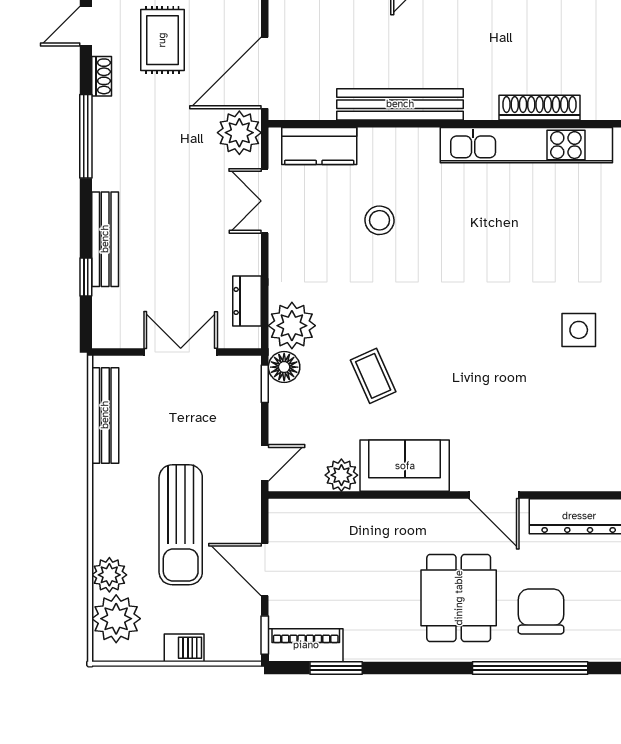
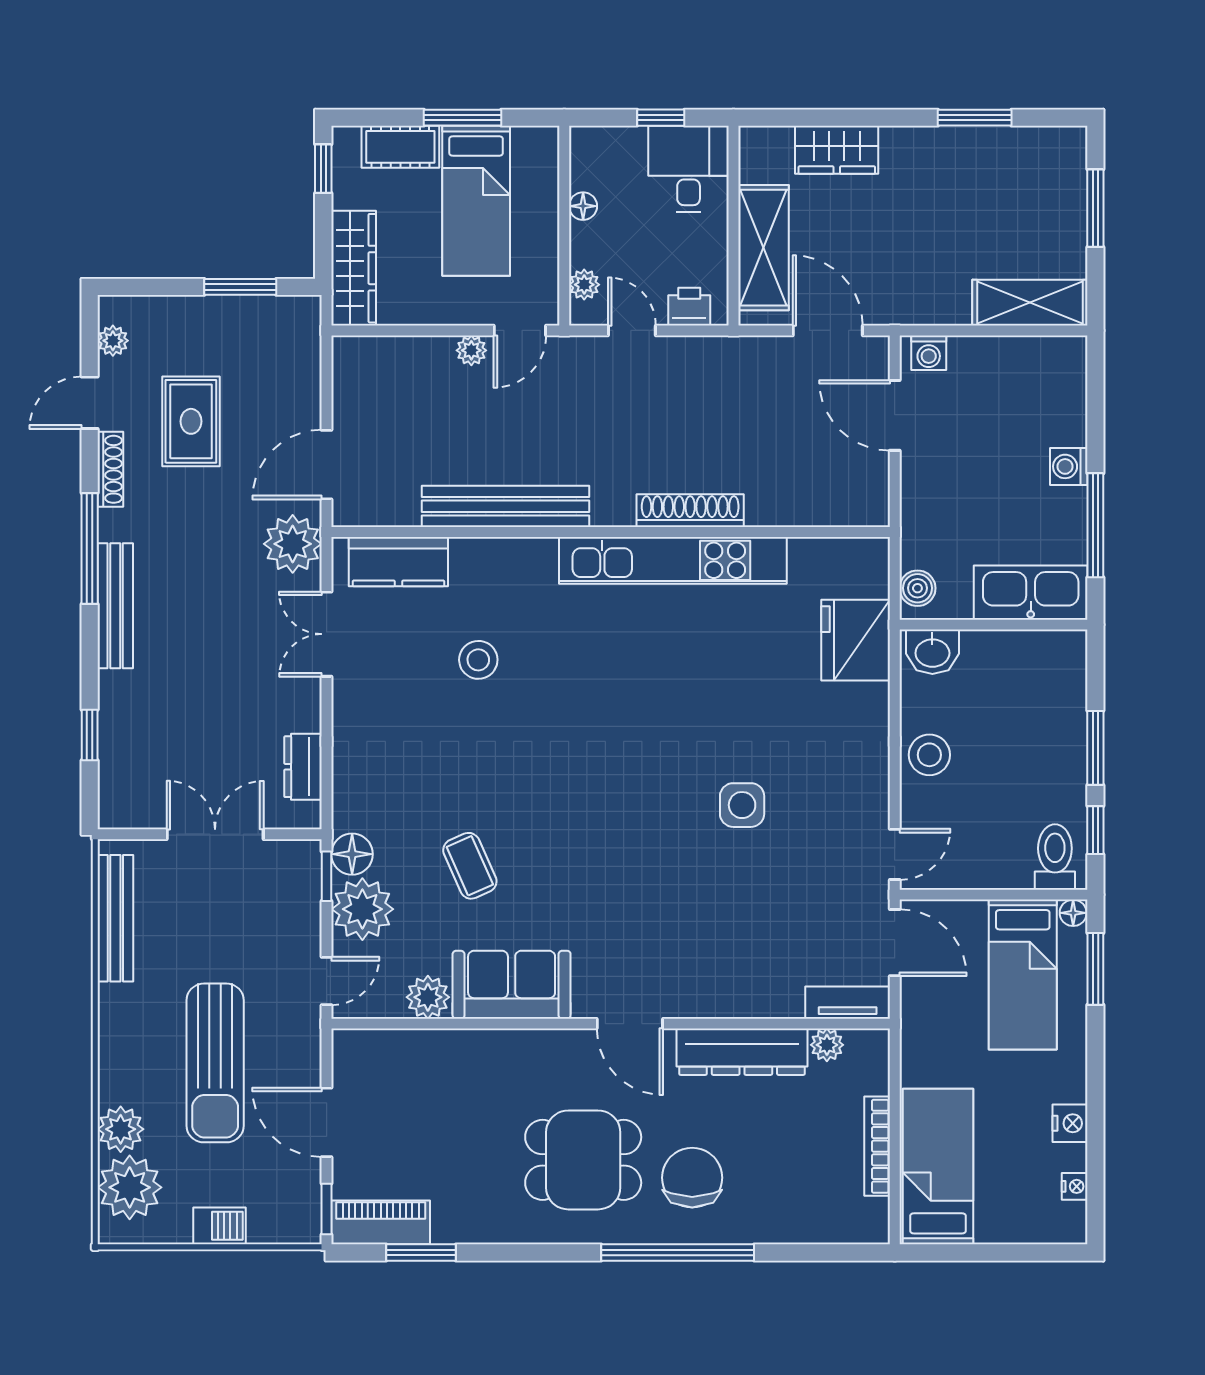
door: (265, 73) -> (327, 465), width x0.73
shoe rack: (102, 76) -> (110, 469), width x1.43
bench: (105, 239) -> (115, 606), moved
plant: (292, 326) -> (362, 909), moved
dining table: (459, 598) -> (583, 1160), turned 90

